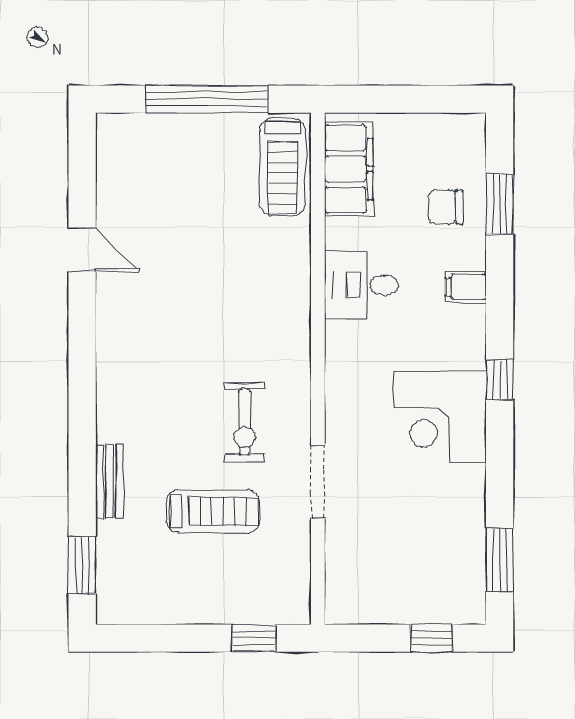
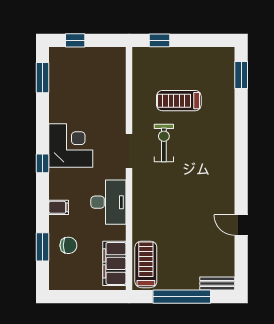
desk: (361, 285) -> (108, 202), width x1.37
bench: (110, 481) -> (217, 284), moved, turned 90
doorway: (318, 482) -> (129, 151), moved

